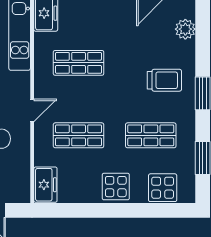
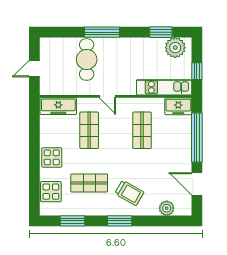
trolley: (164, 80) -> (129, 193), turned -60
shop shelf: (151, 135) -> (89, 183), turned 90
freezer: (45, 185) -> (58, 106), width x1.40

